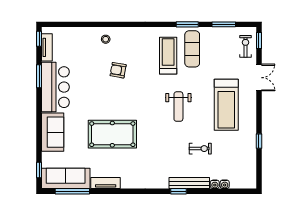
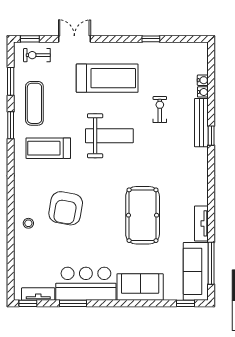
exercise mat: (192, 49) -> (34, 103), moved, turned 90
armchair: (118, 70) -> (66, 208), width x1.88, depth x1.88
weight bench: (178, 107) -> (109, 136), width x1.36, depth x1.33

